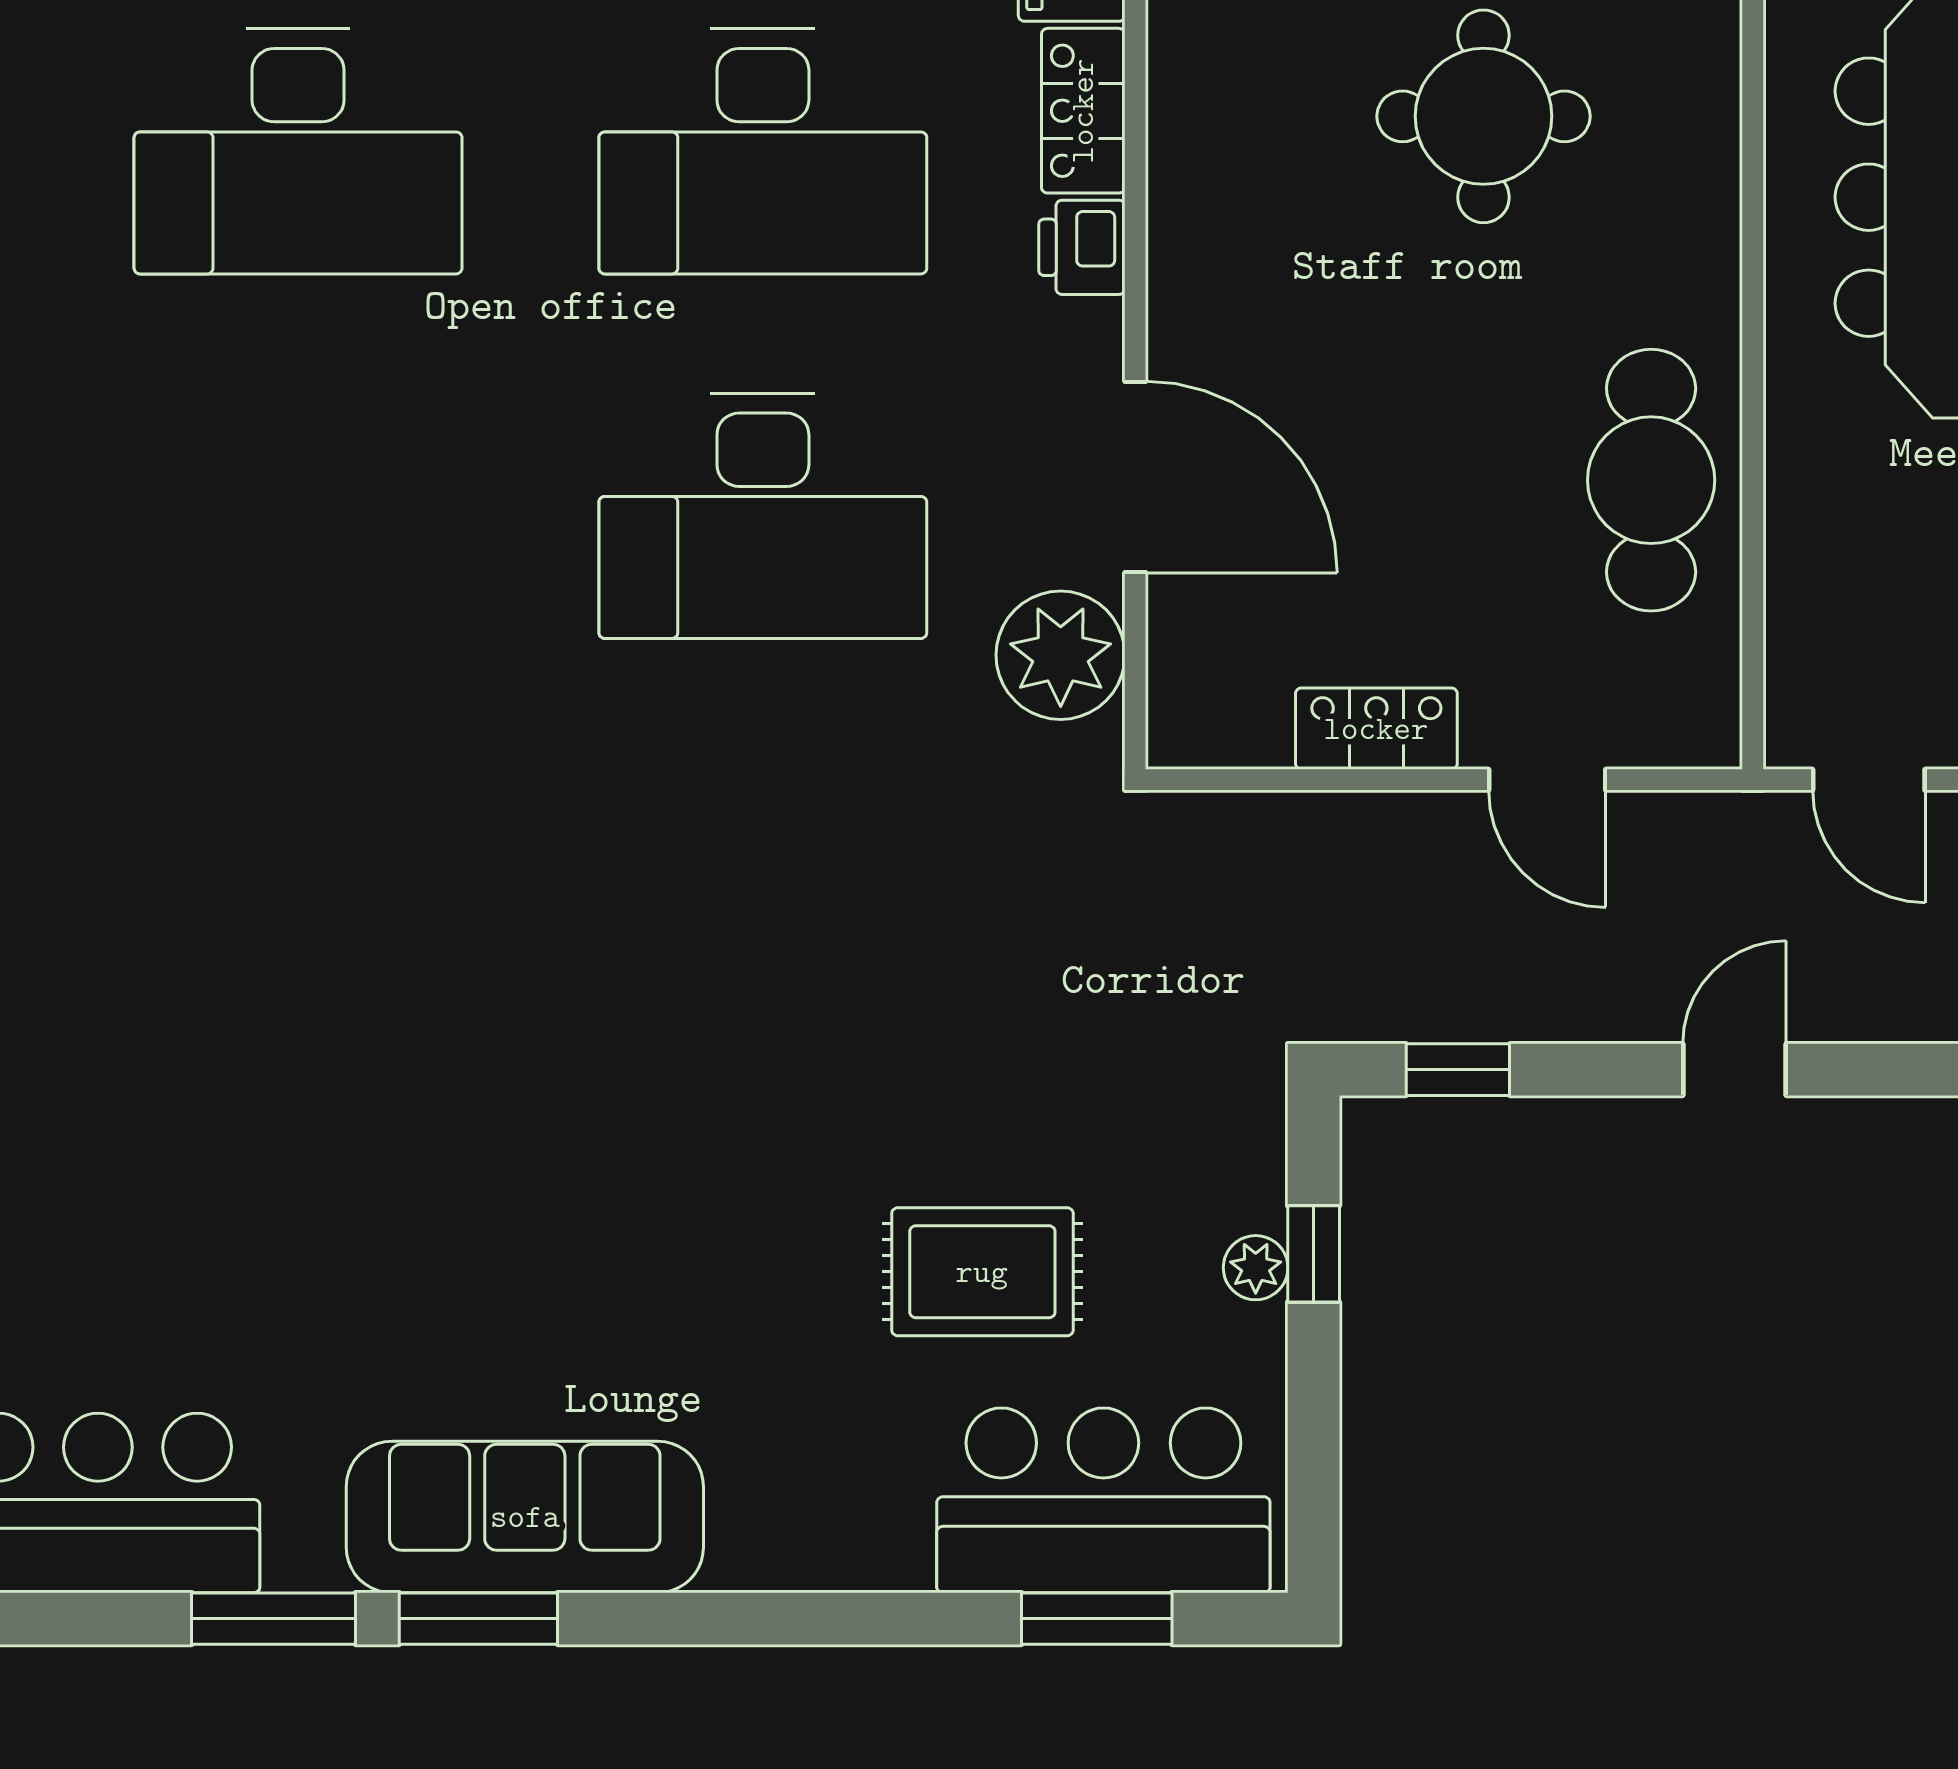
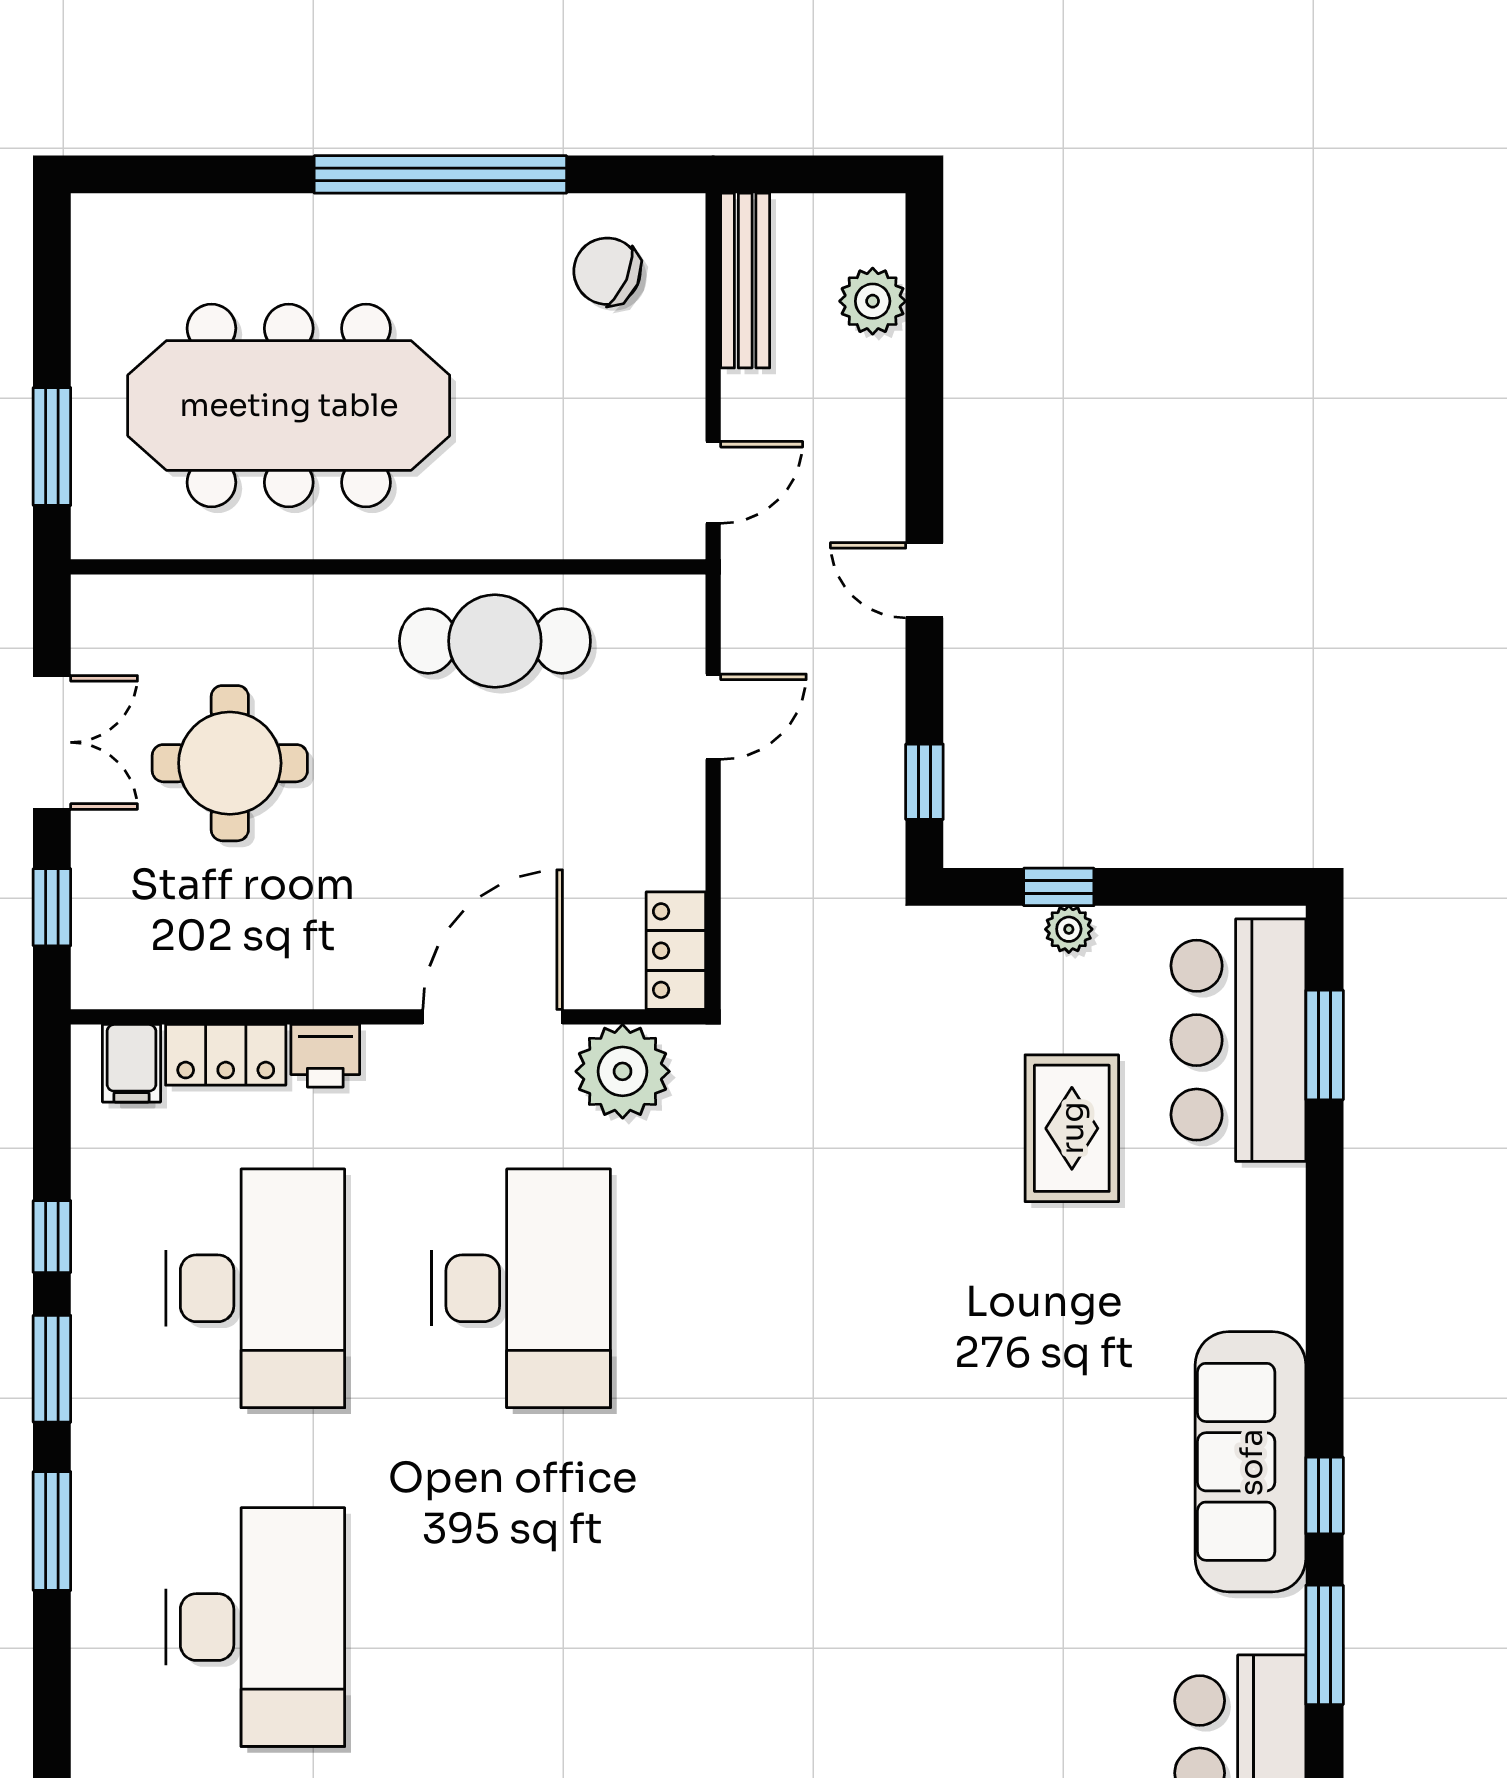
locker: (1376, 729) -> (676, 951), moved
window: (478, 1619) -> (1325, 1496), width x0.67

